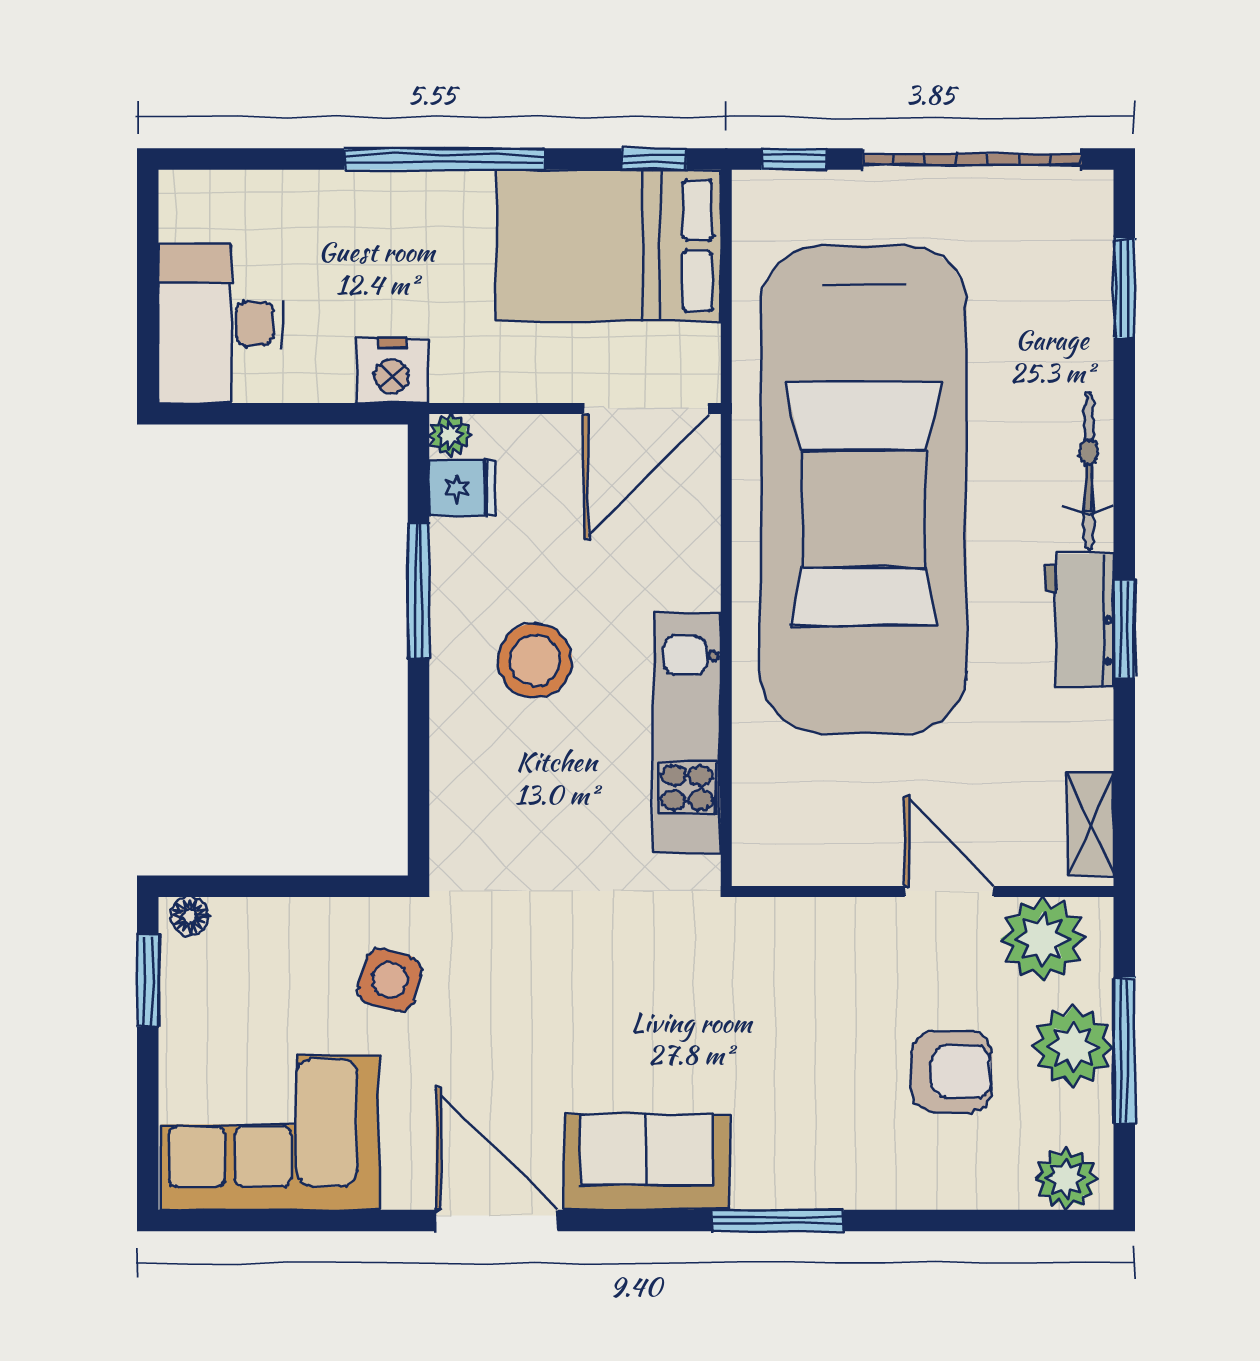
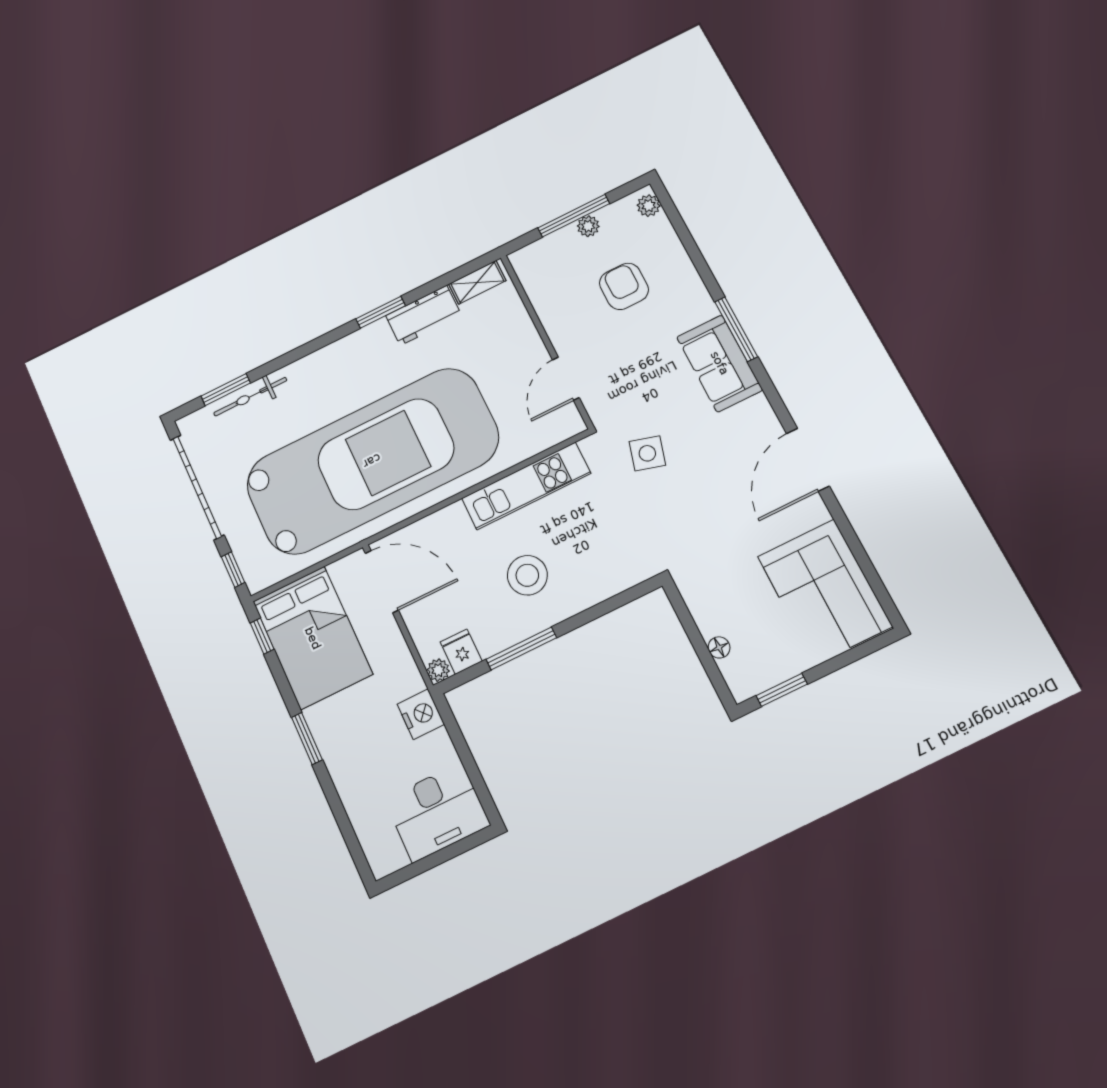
window: (444, 159) -> (307, 739), width x0.47
bicycle: (1089, 471) -> (250, 397), moved
workbench: (1079, 621) -> (423, 315), moved
door: (949, 891) -> (566, 379), moved
floor lamp: (190, 916) -> (719, 647), moved
plant: (1042, 939) -> (541, 277), removed
side table: (390, 980) -> (647, 453), moved
plant: (1073, 1046) -> (588, 226), width x0.53, depth x0.53
sofa: (647, 1162) -> (720, 363), moved
plant: (1066, 1179) -> (649, 206), width x0.73, depth x0.73

